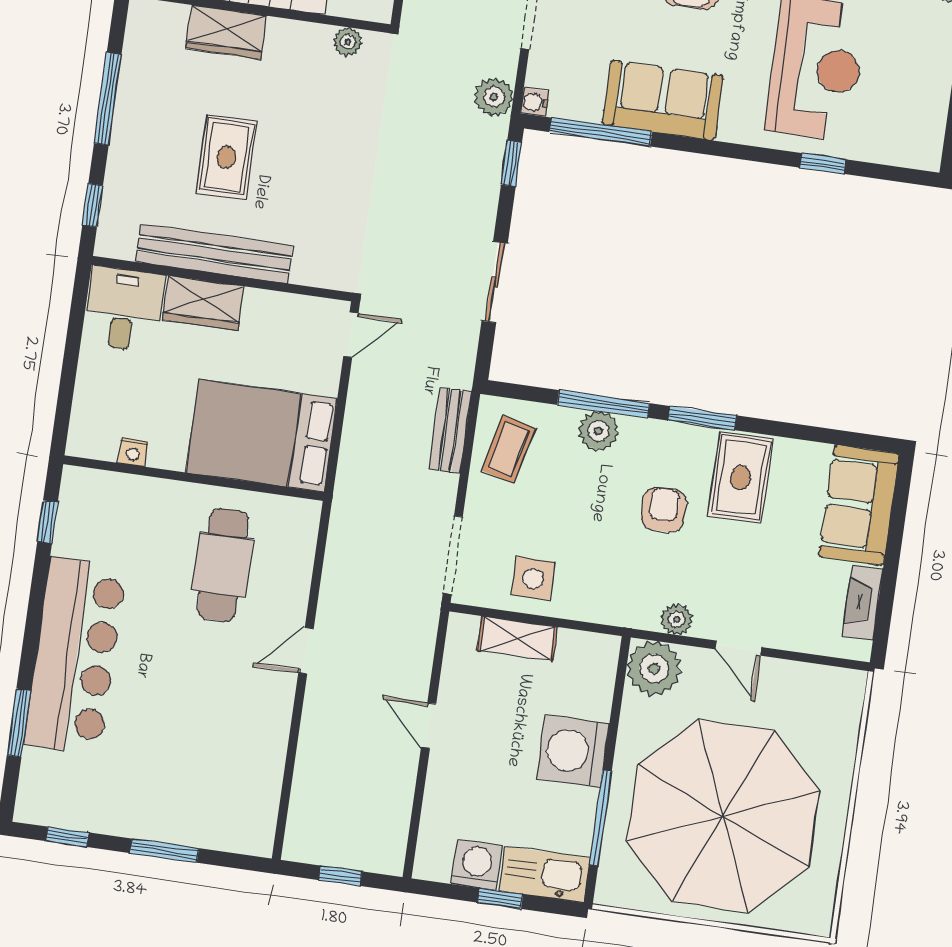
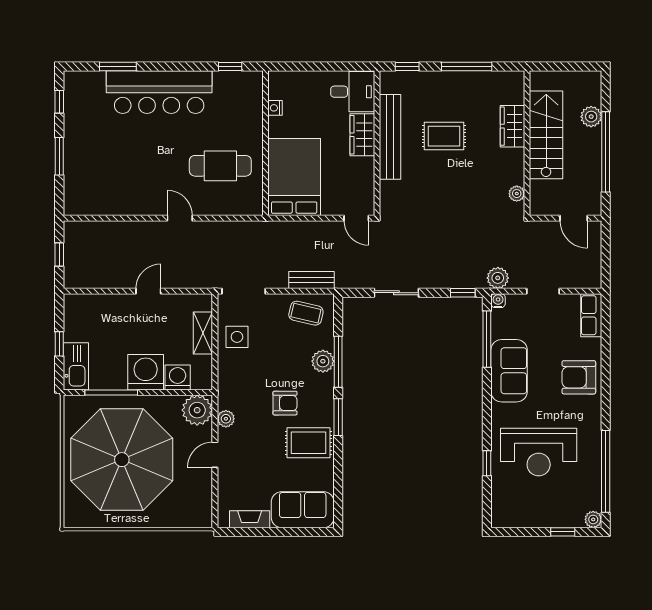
washing machine: (477, 865) -> (178, 377), moved, turned -90

